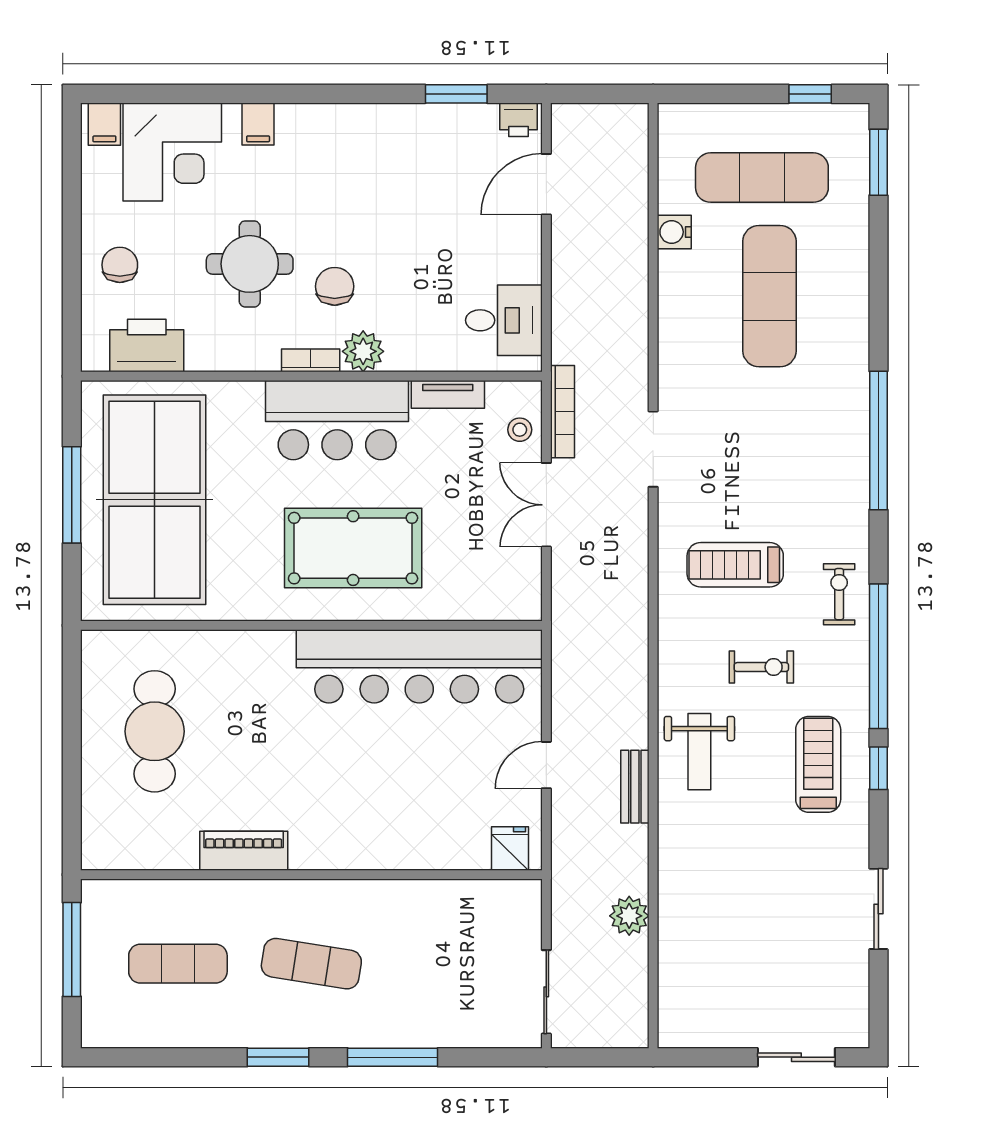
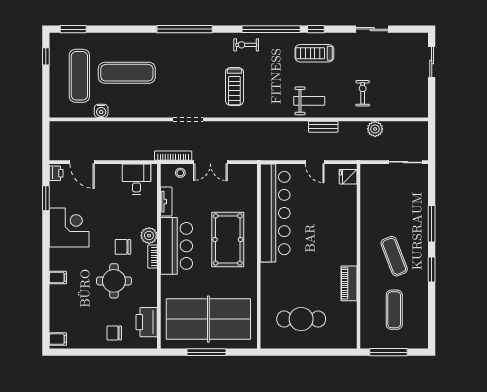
corner desk: (172, 152) -> (69, 228), moved
exercise bike: (761, 667) -> (363, 93), moved
exercise mat: (311, 964) -> (394, 256), turned -30

